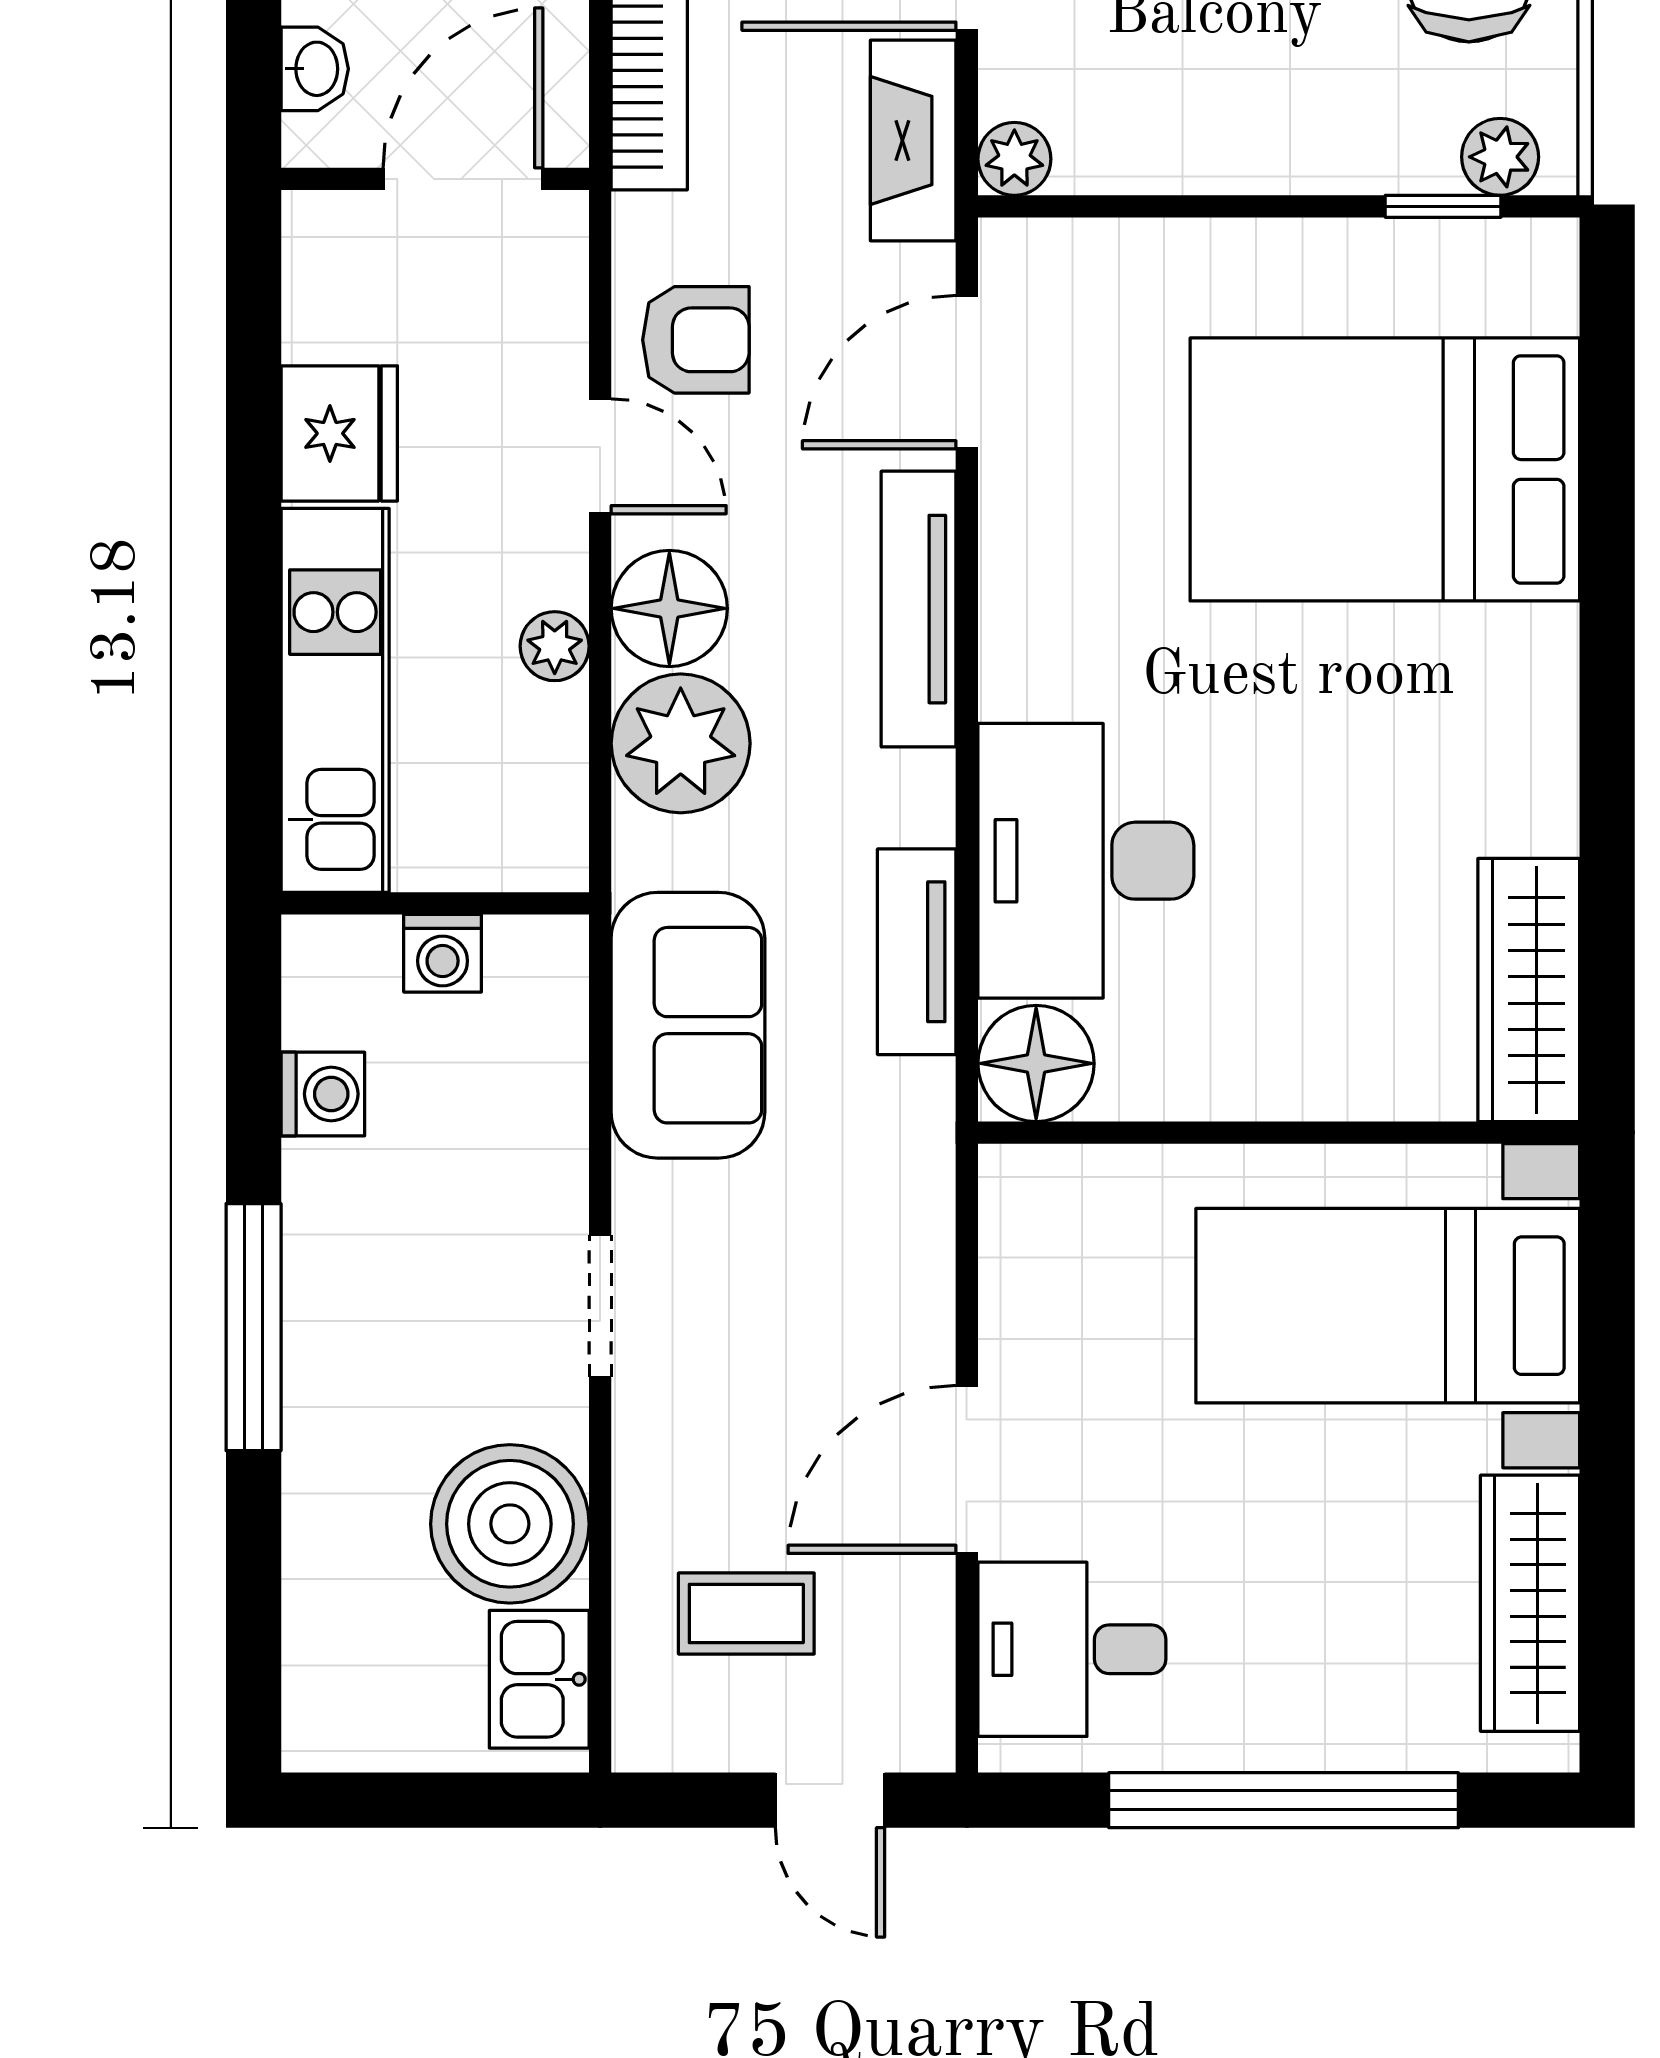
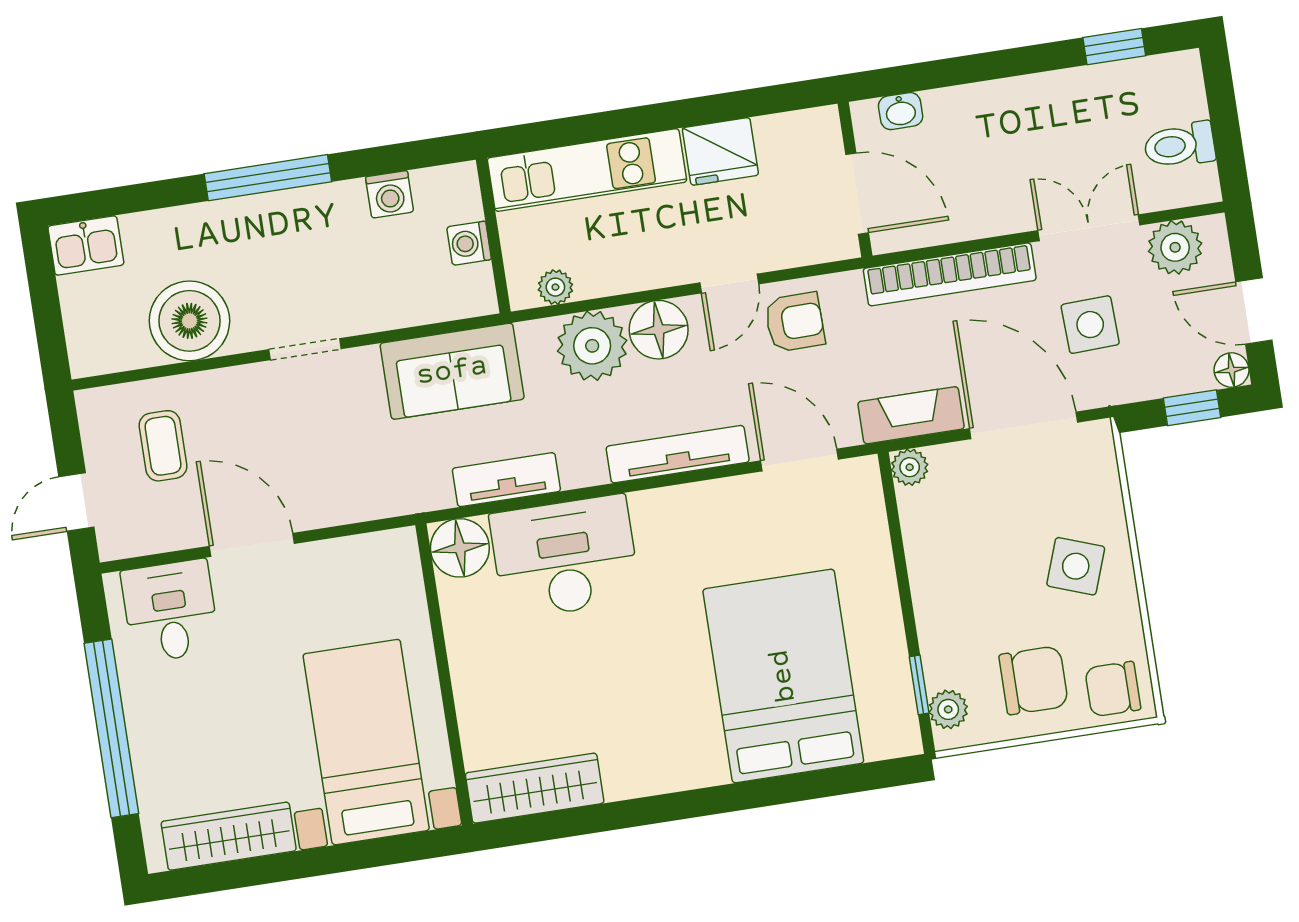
armchair: (696, 340) -> (795, 322), turned -91
plant: (555, 646) -> (555, 287), moved
kitchen sink: (539, 1679) -> (86, 245), moved, turned 180

